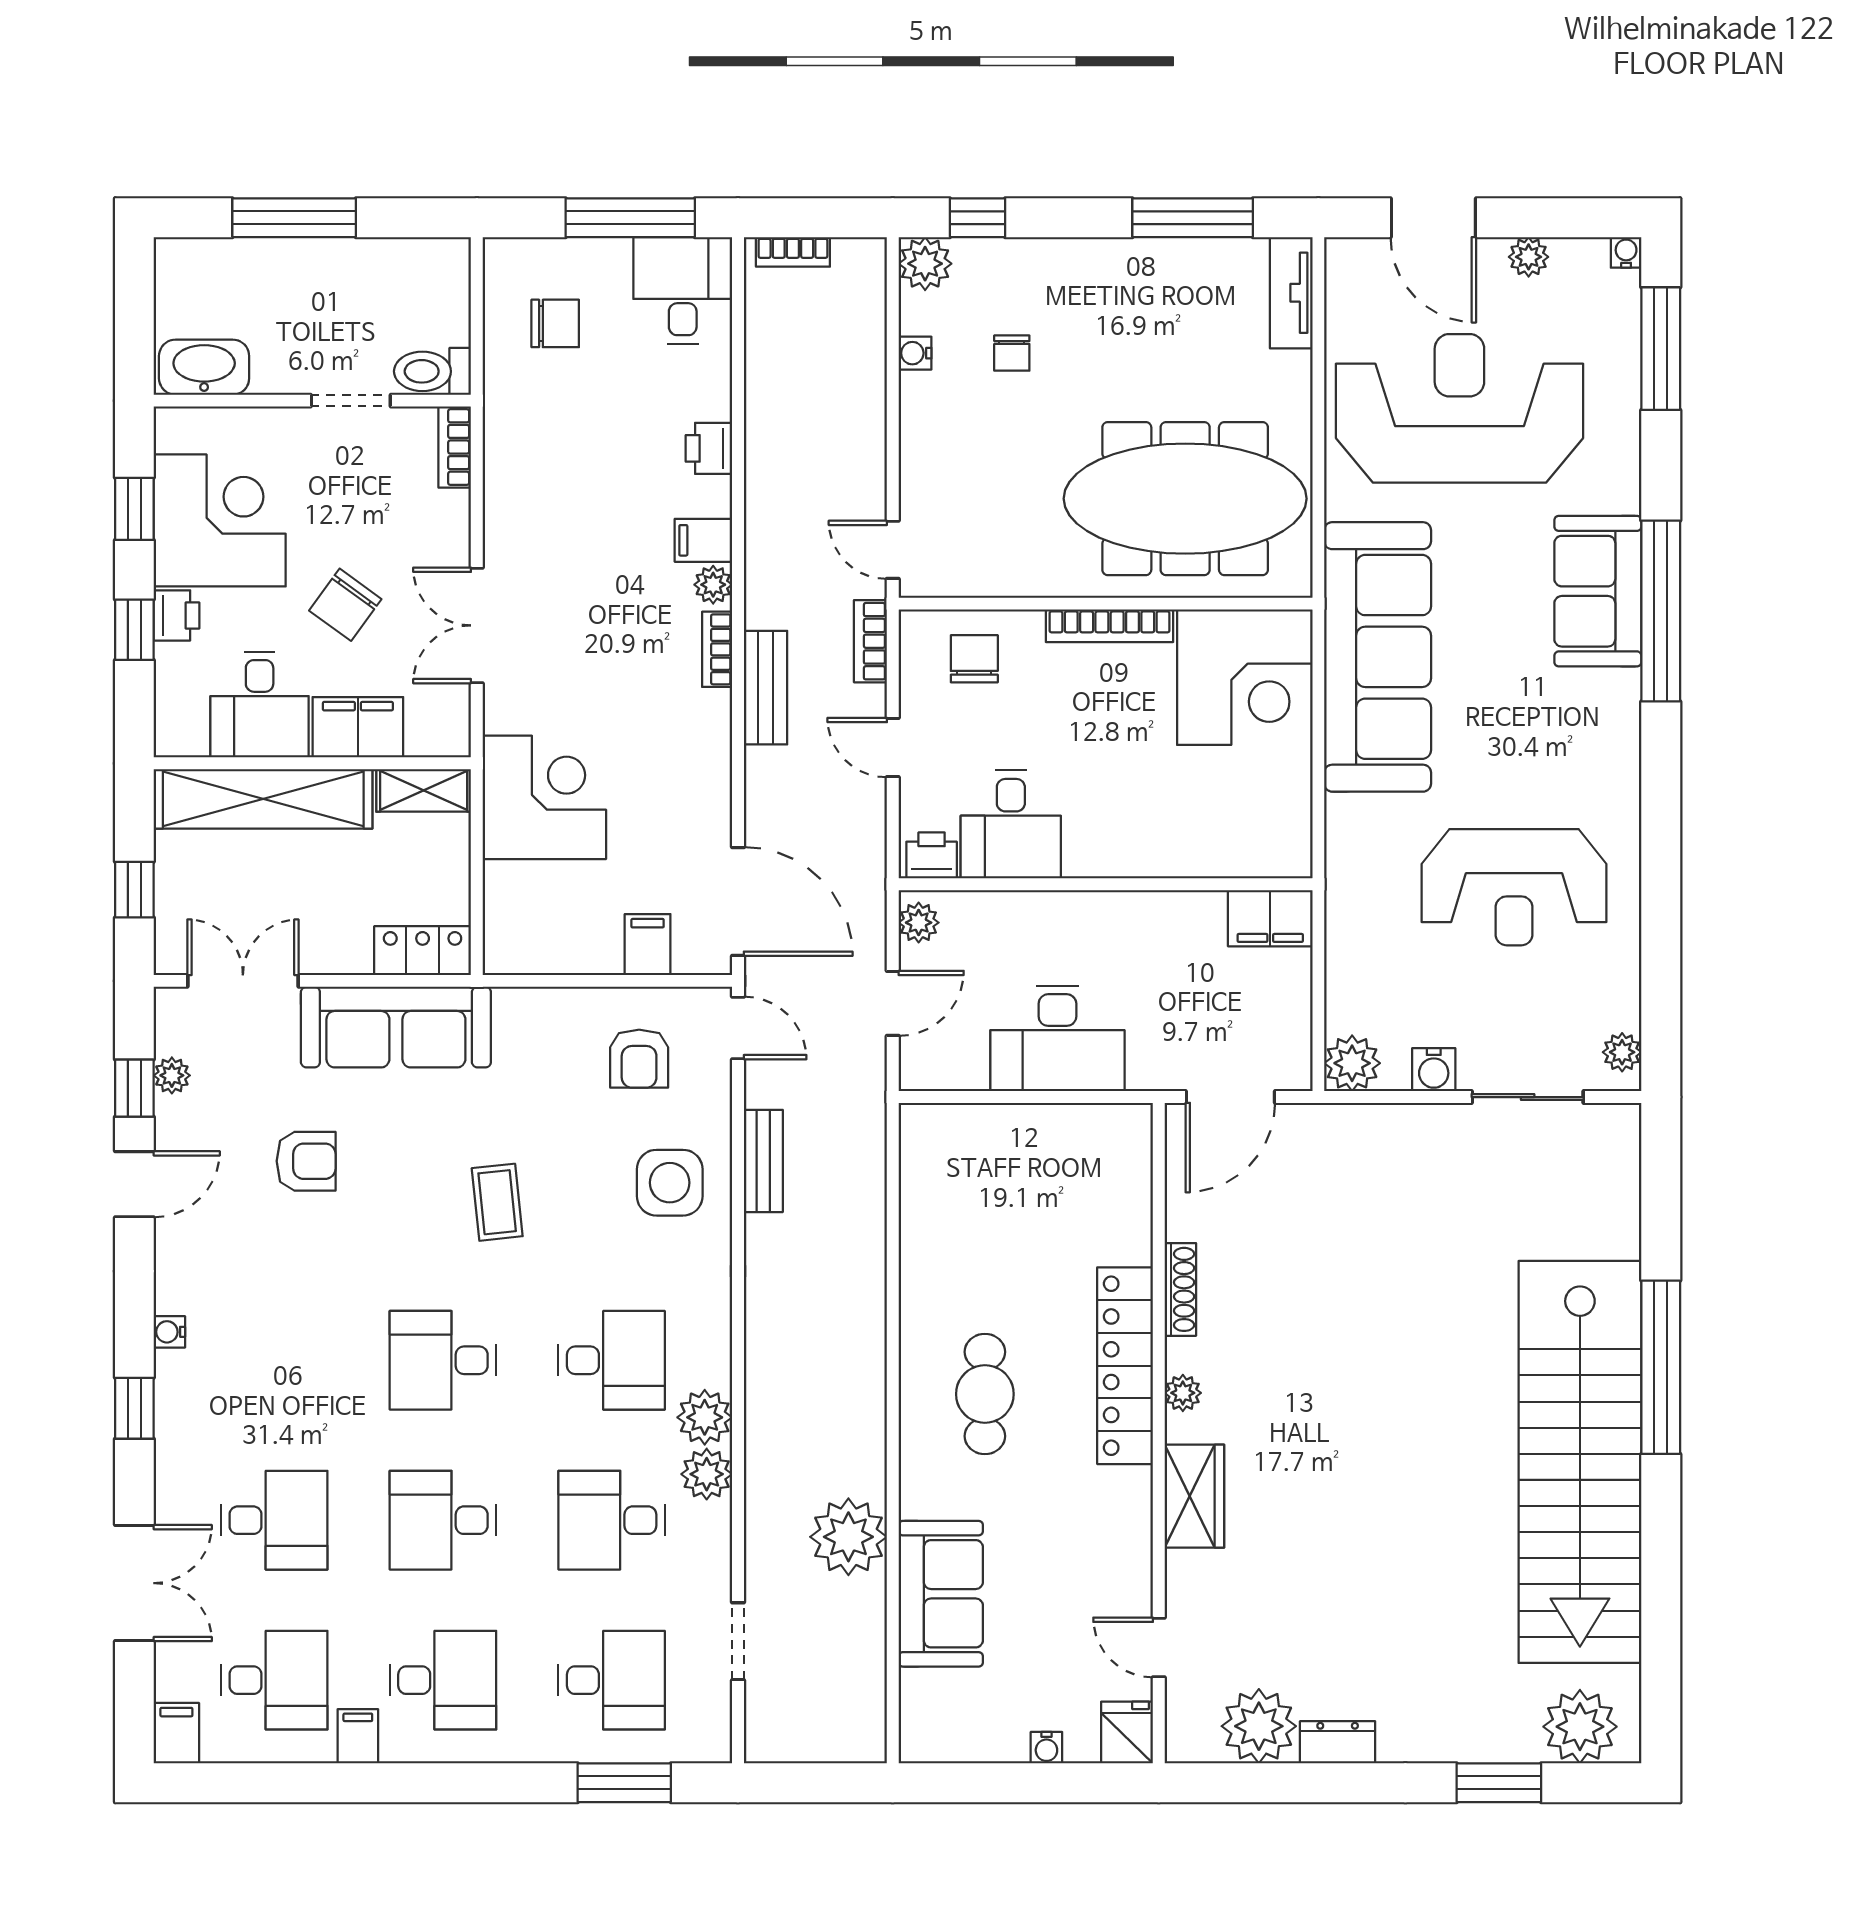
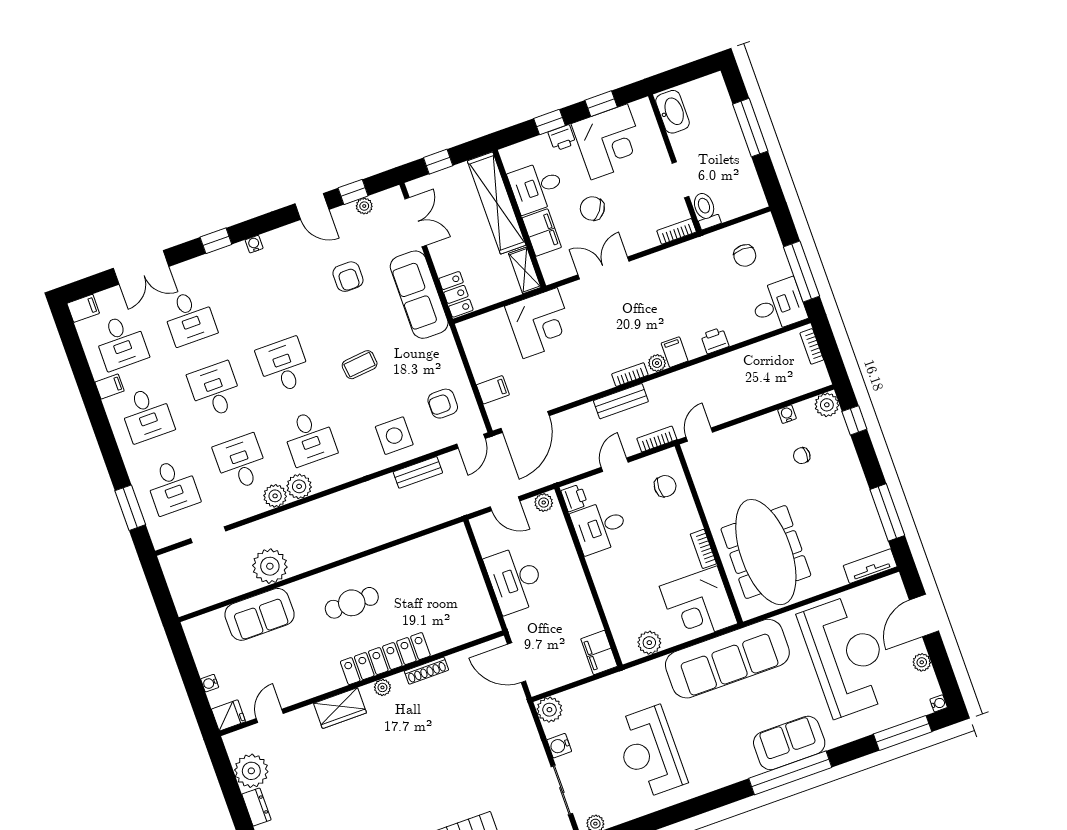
bookcase: (1110, 626) -> (703, 549), width x0.64
plant: (1287, 807) -> (649, 643), added

